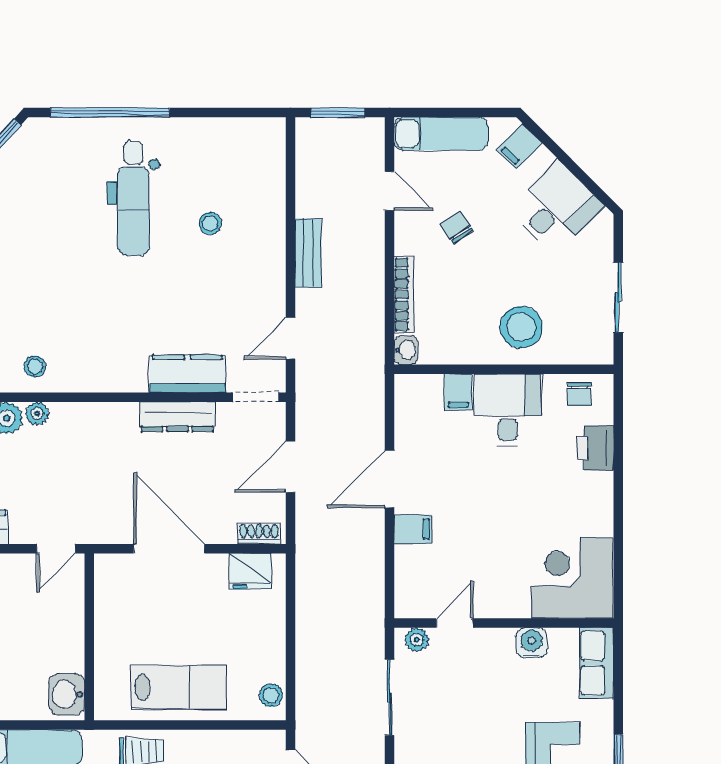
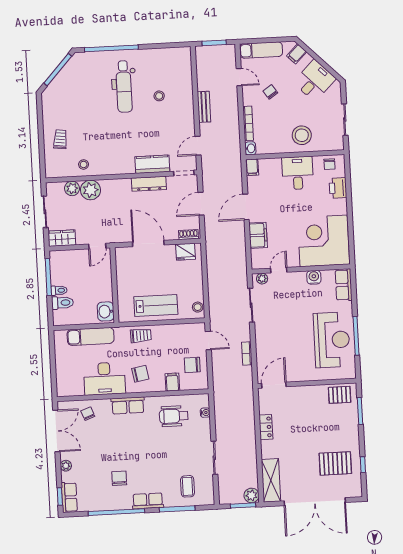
filing cabinet: (458, 392) -> (252, 167), moved
plant: (37, 414) -> (90, 190), width x1.87, depth x1.87
filing cabinet: (413, 529) -> (258, 235), width x2.00
corner desk: (572, 578) -> (324, 241), width x1.36, depth x1.36

